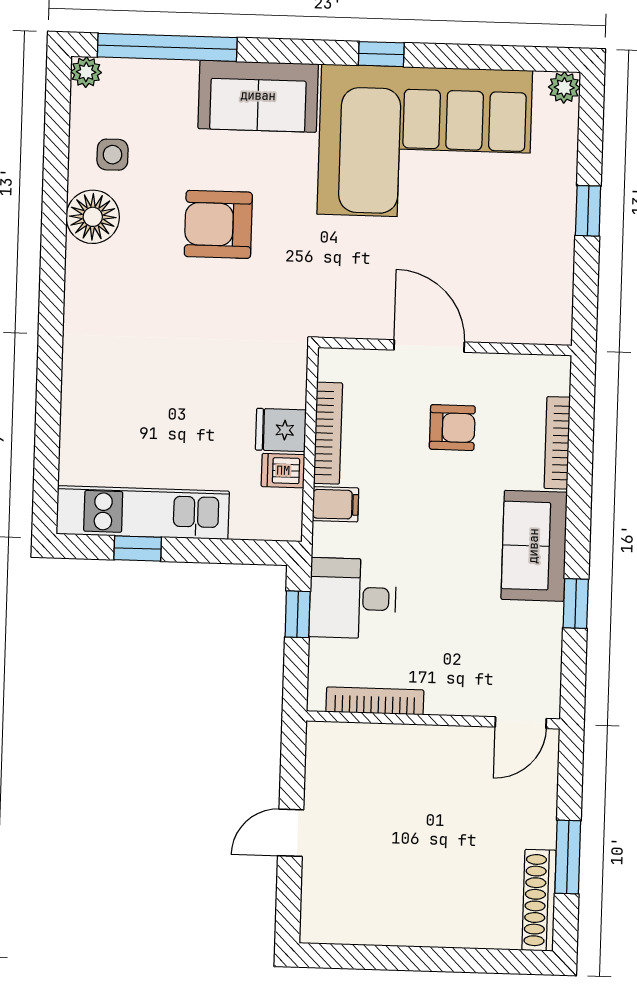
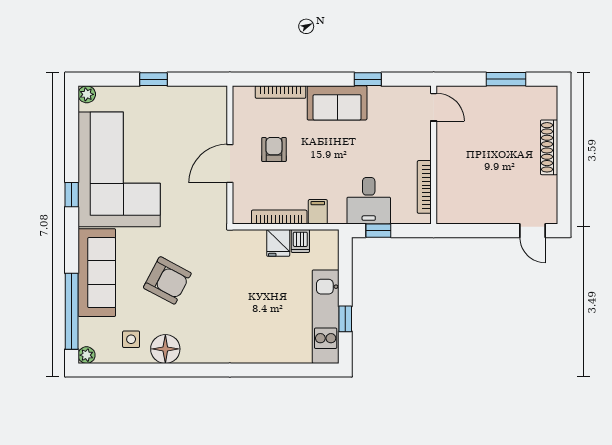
sofa: (258, 96) -> (97, 273), width x1.36
armchair: (218, 224) -> (167, 280), turned -62
door: (291, 833) -> (532, 231), moved
shoe rack: (539, 900) -> (549, 147), moved, turned 90

